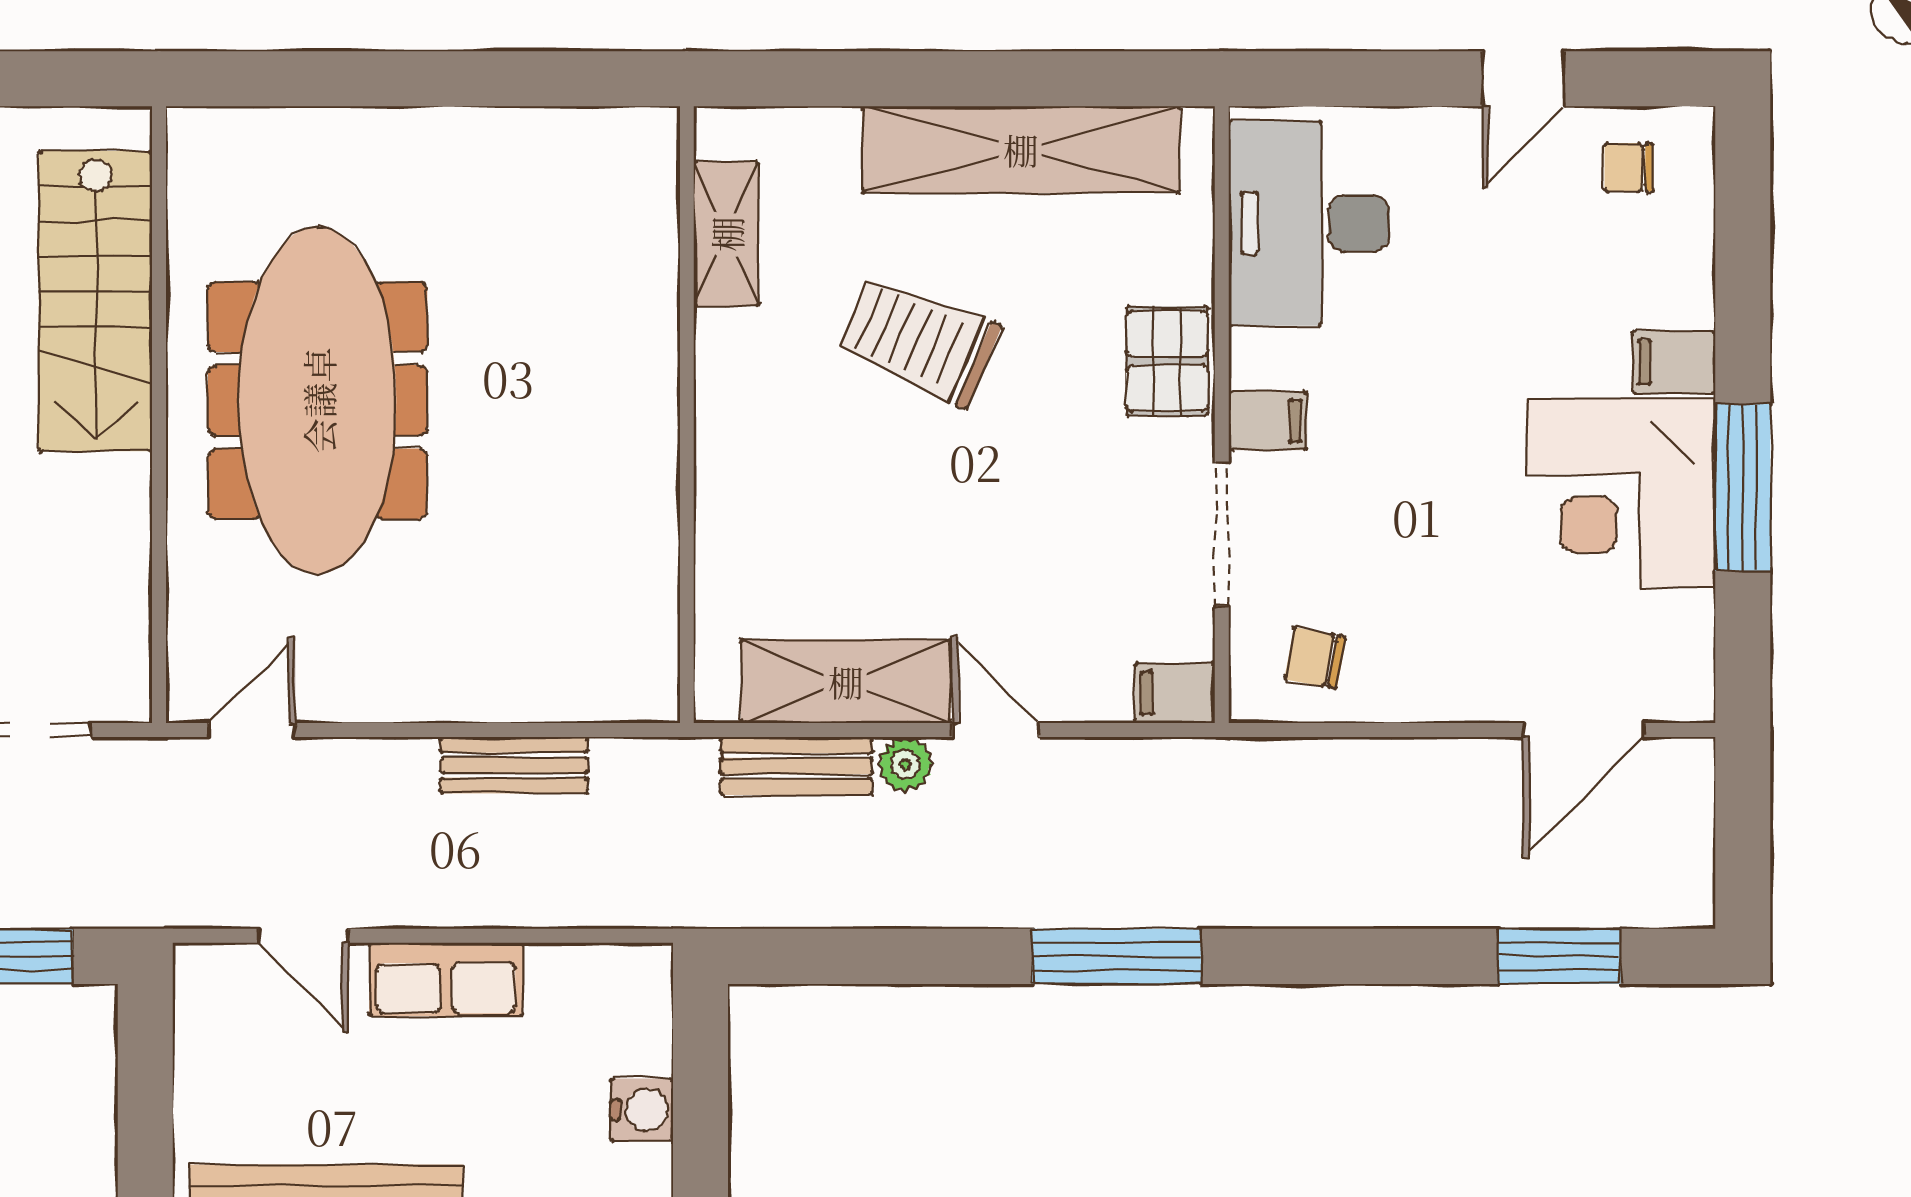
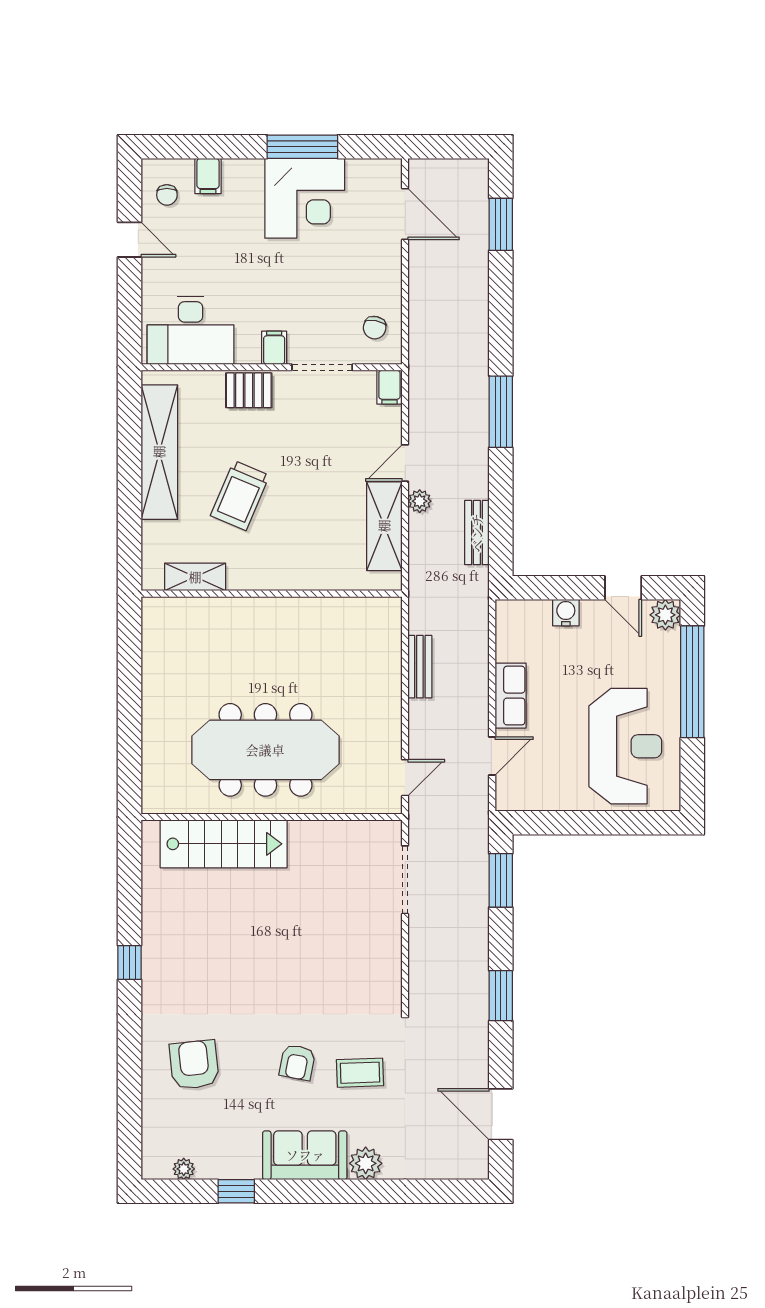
filing cabinet: (1674, 362) -> (208, 176), moved
door: (252, 730) -> (405, 778), swing flipped
bench: (796, 766) -> (477, 533), moved

